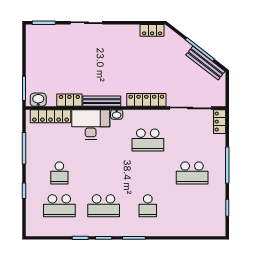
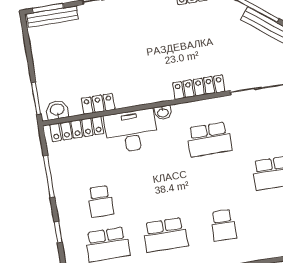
bench: (102, 101) -> (52, 17), moved

